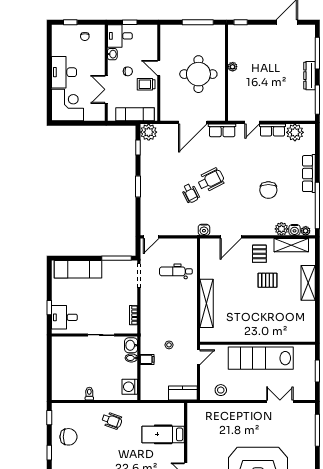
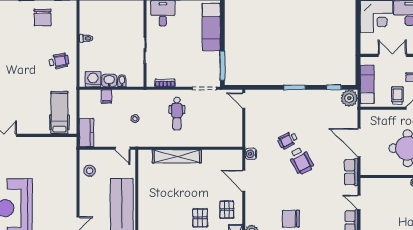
pallet: (259, 254) -> (227, 210), turned 90
dental chair: (176, 271) -> (177, 114), moved, turned 180
washbasin: (131, 345) -> (109, 80), moved
filing cabinet: (147, 359) -> (106, 97), moved
wheelchair: (112, 421) -> (59, 61), turned -121
hospital bed: (163, 434) -> (59, 113), moved

